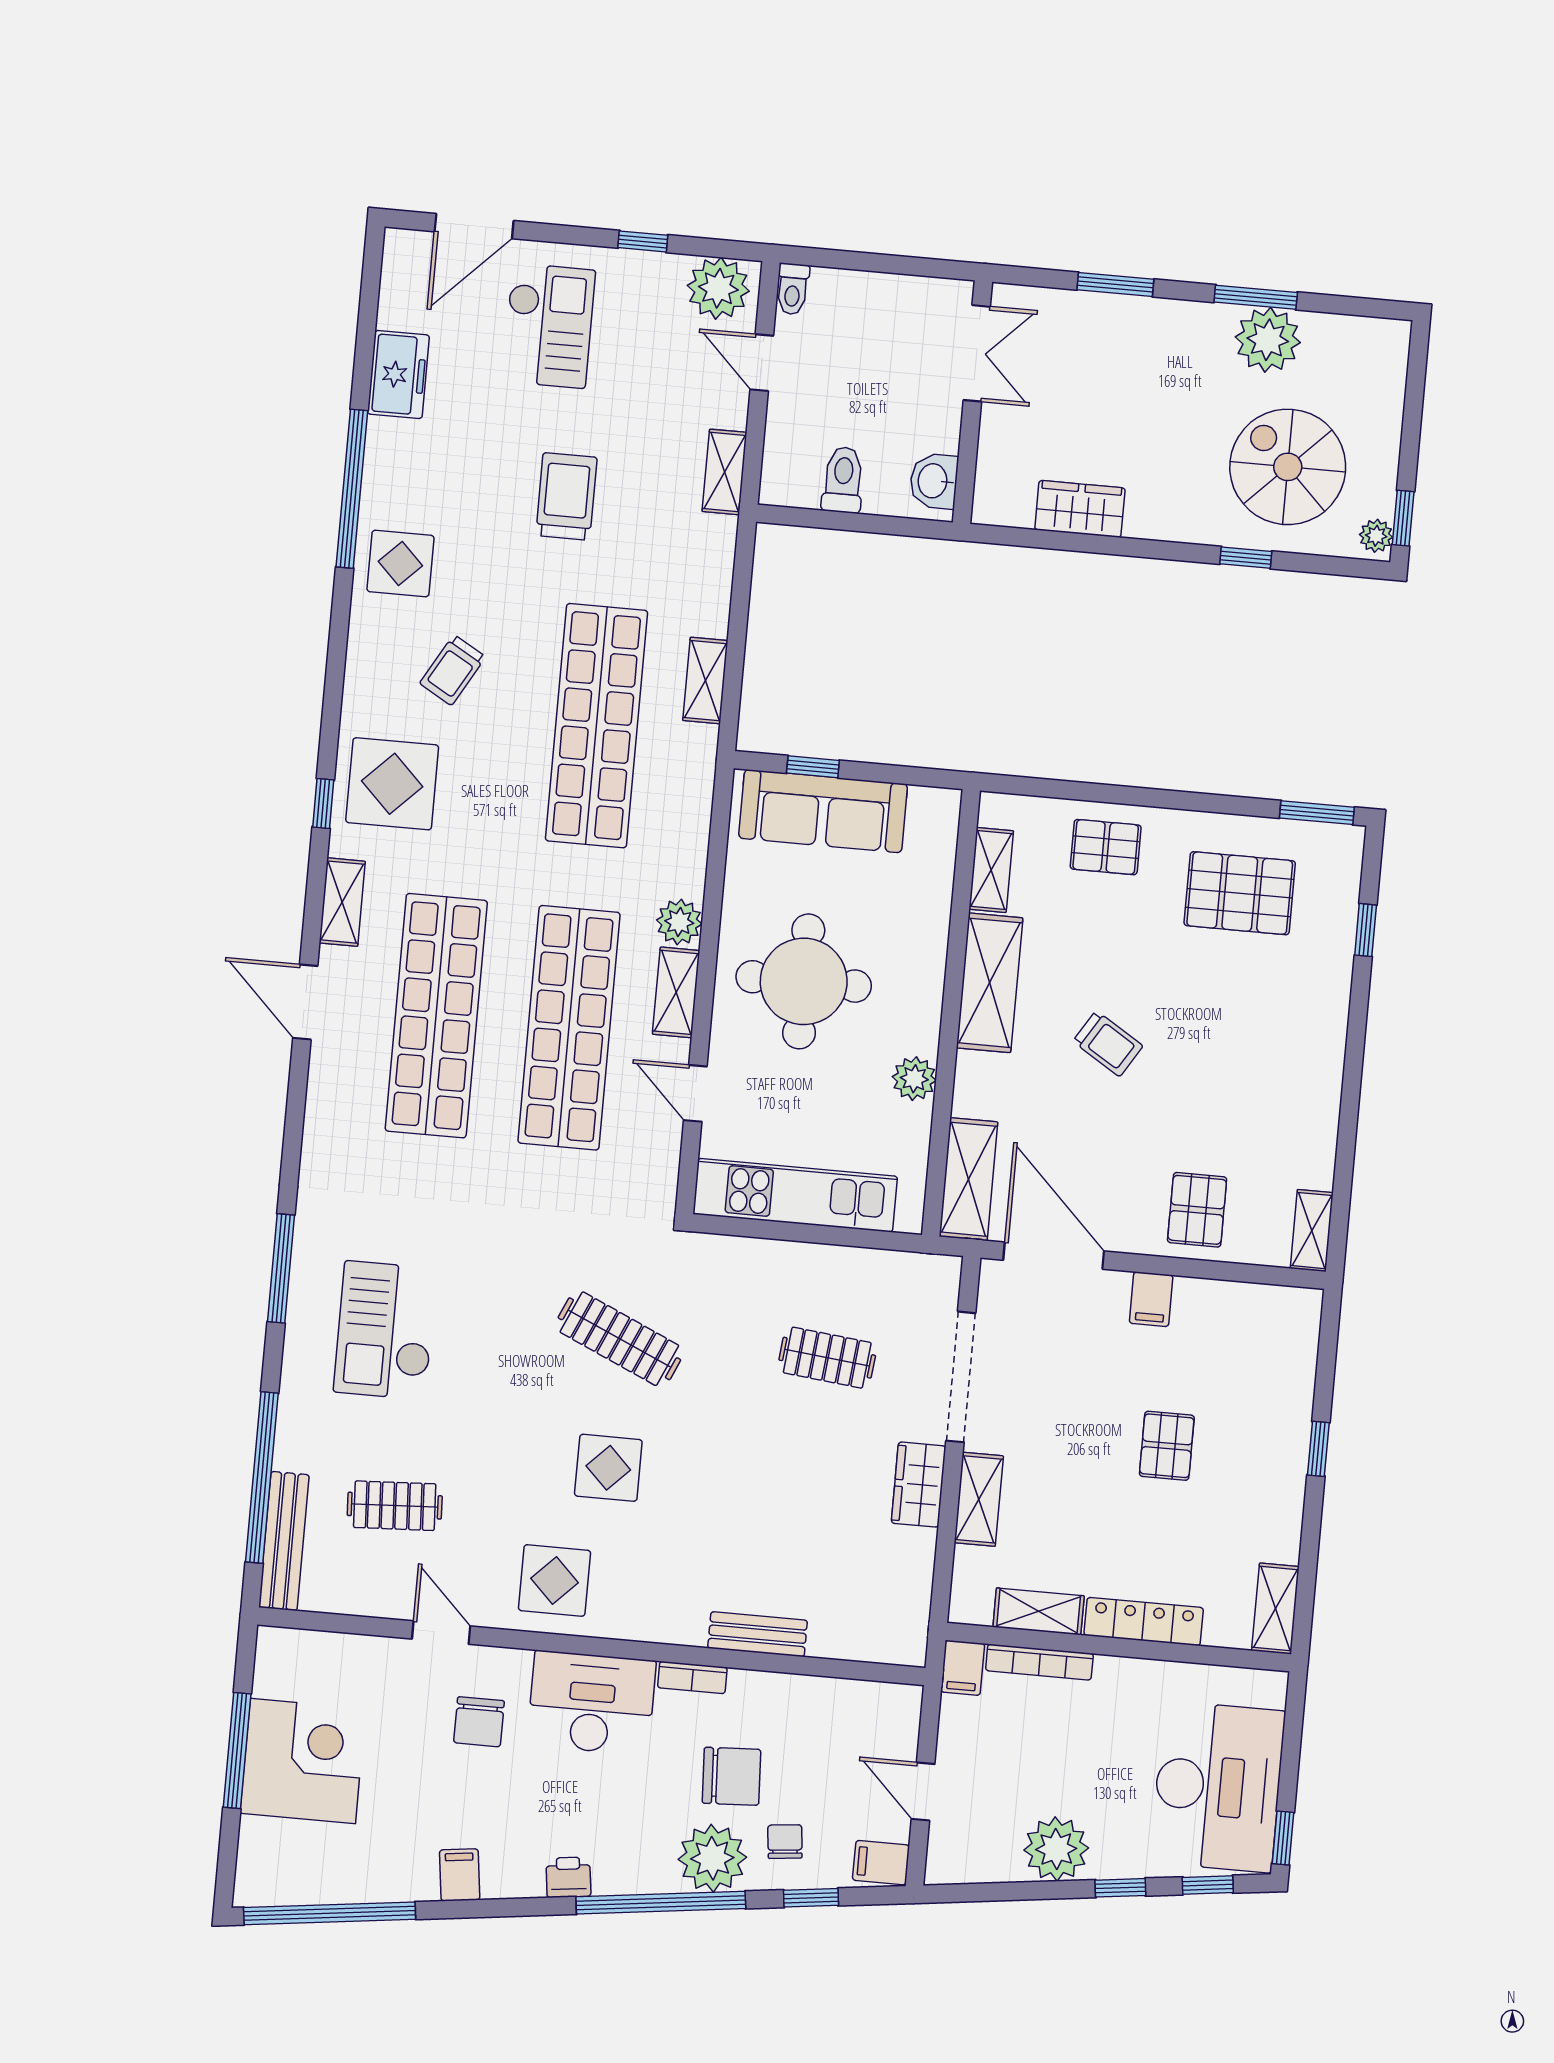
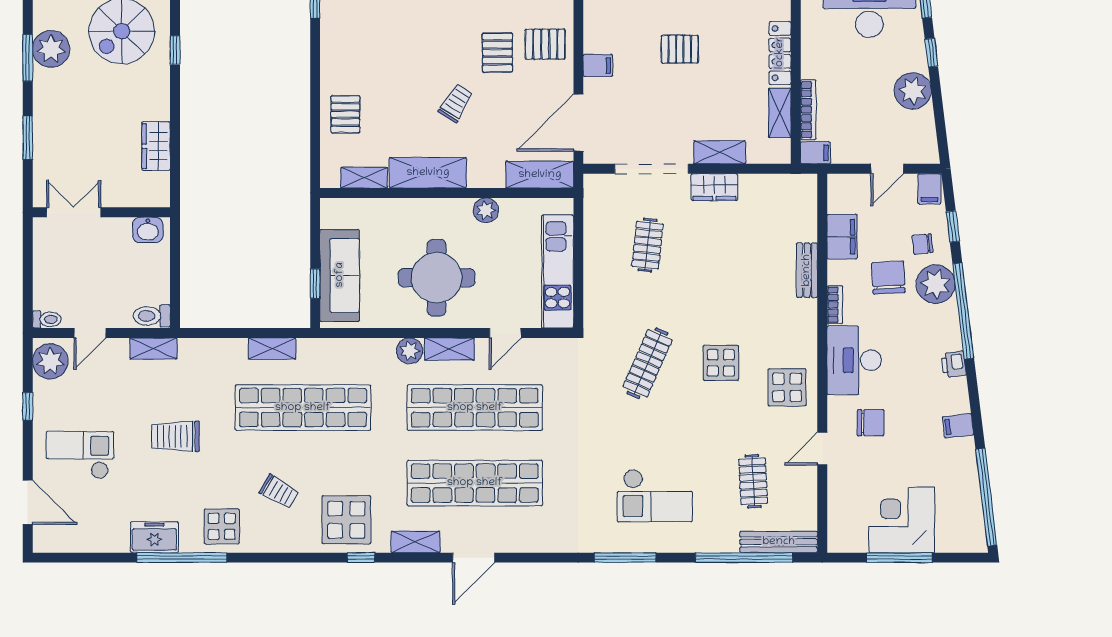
freezer: (398, 374) -> (154, 537), moved
toilet: (843, 480) -> (152, 316), moved
pallet: (1240, 893) -> (497, 53), moved, width x0.67, depth x0.71
filing cabinet: (811, 1701) -> (842, 237), added

